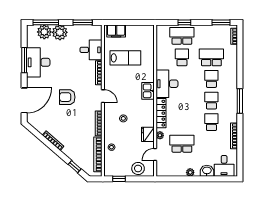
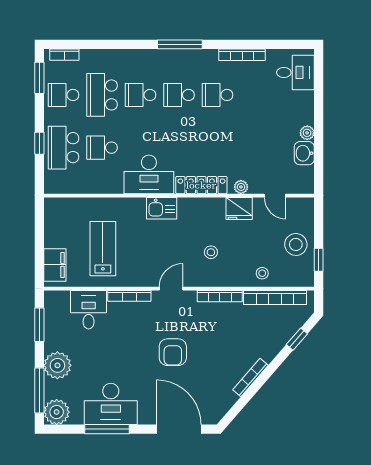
plant: (44, 32) -> (57, 412), moved
school desk: (182, 144) -> (64, 95), moved, width x0.54
stool: (138, 168) -> (296, 244), moved
washbasin: (207, 171) -> (304, 153), moved

